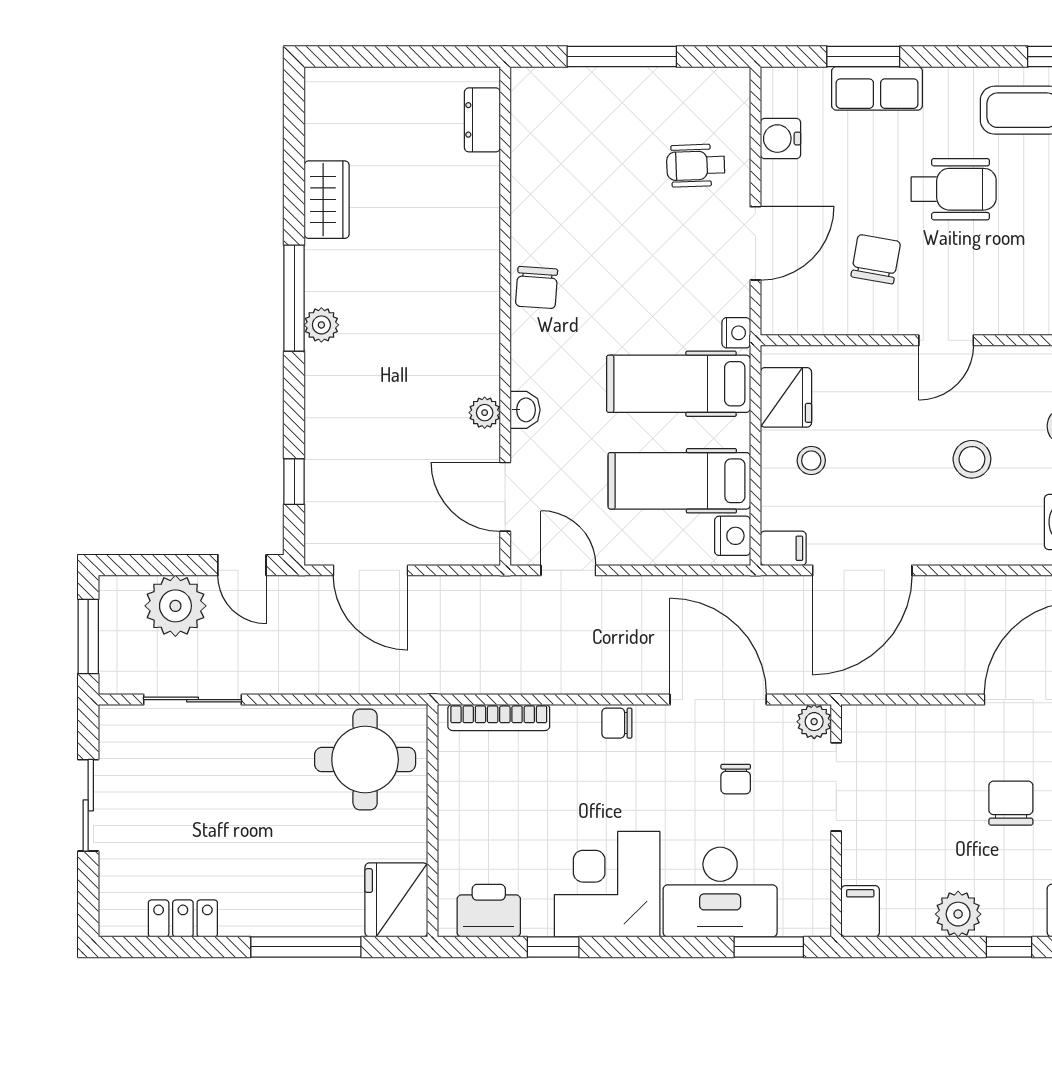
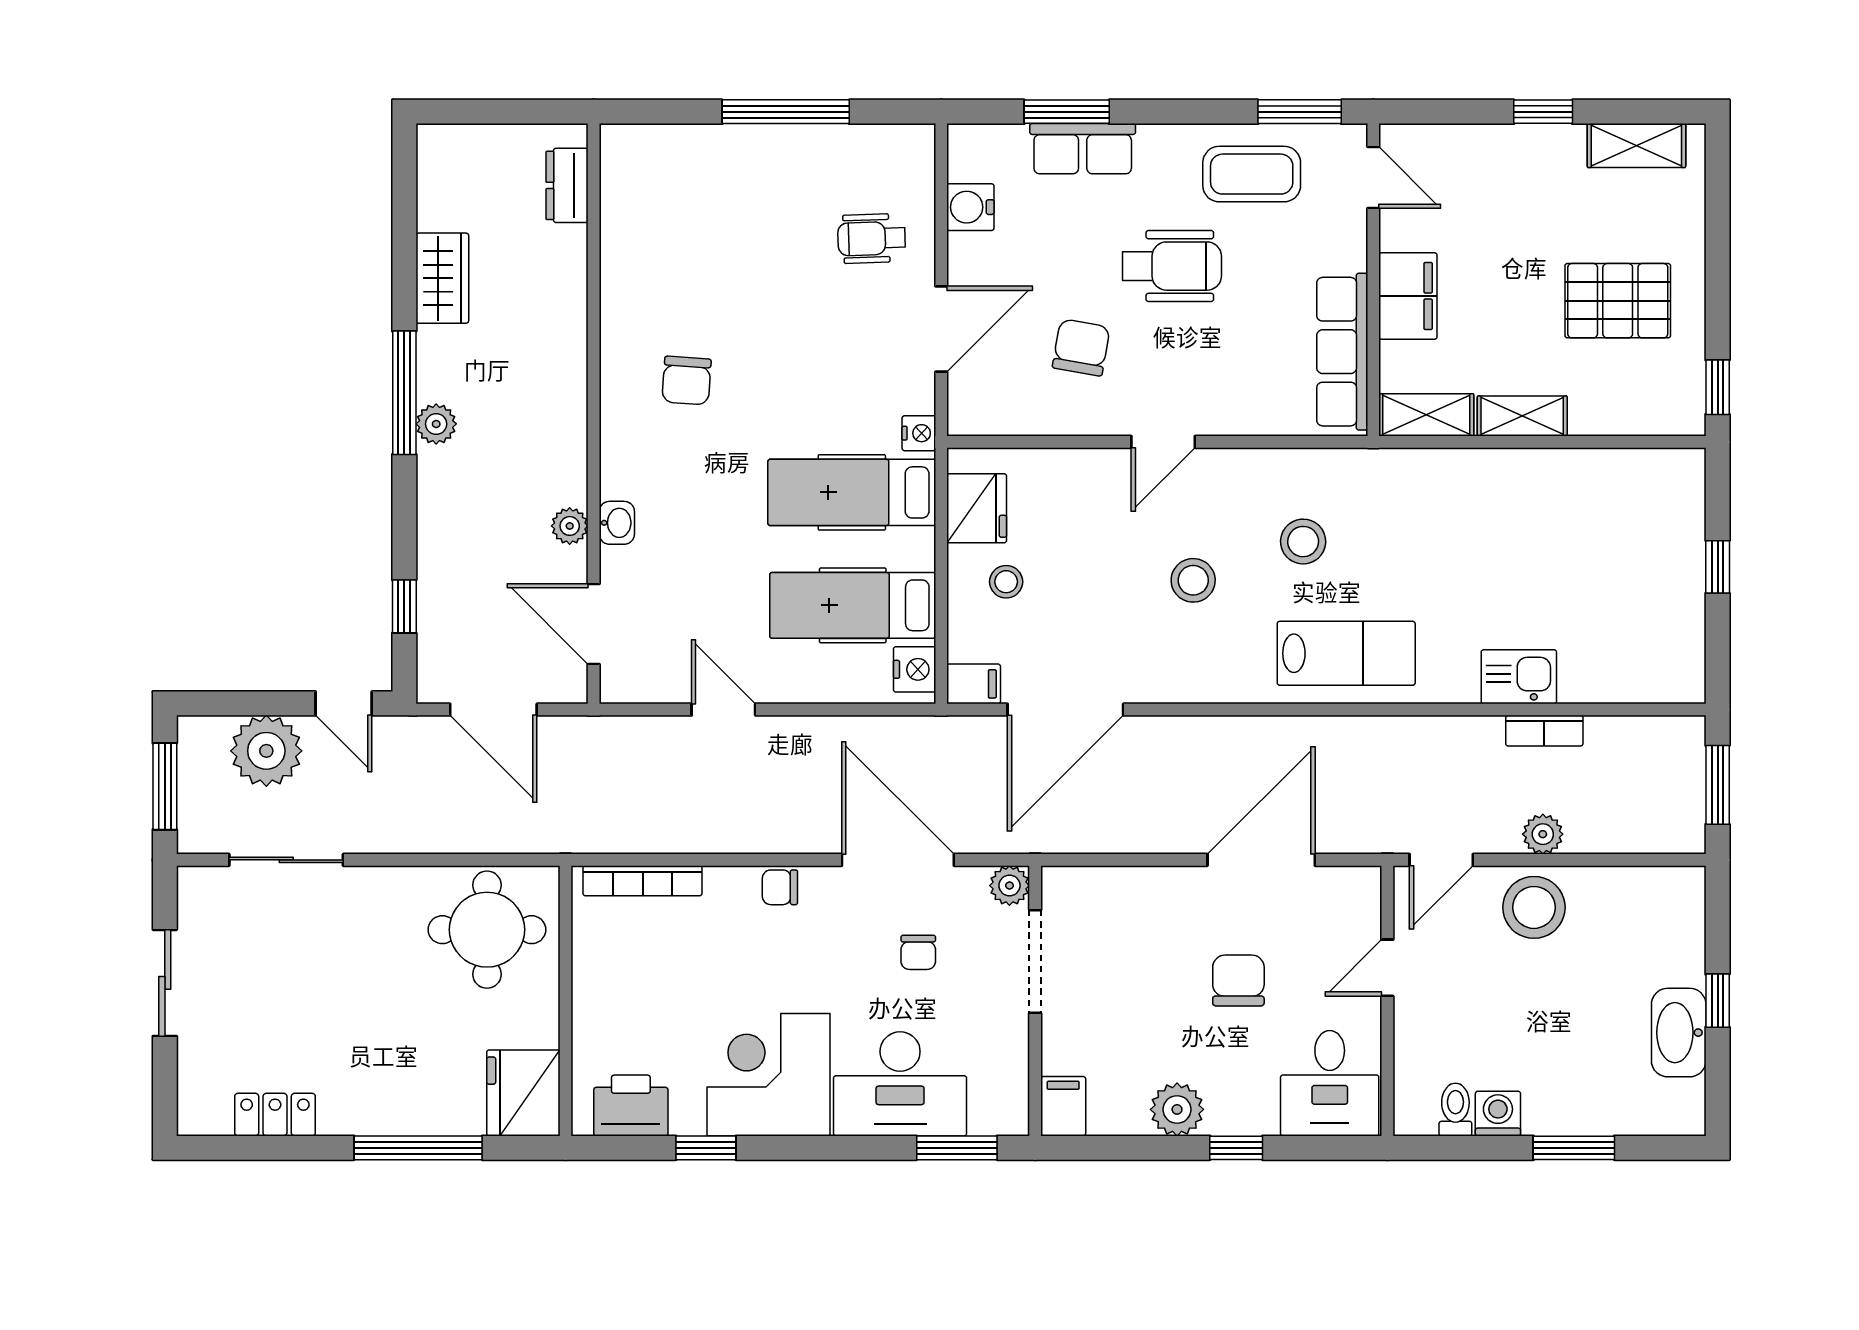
dresser: (482, 120) -> (567, 185), moved
wall: (505, 316) -> (594, 414), moved
washbasin: (525, 410) -> (617, 523), moved
plant: (485, 413) -> (570, 526), moved
door: (505, 497) -> (594, 624), moved

